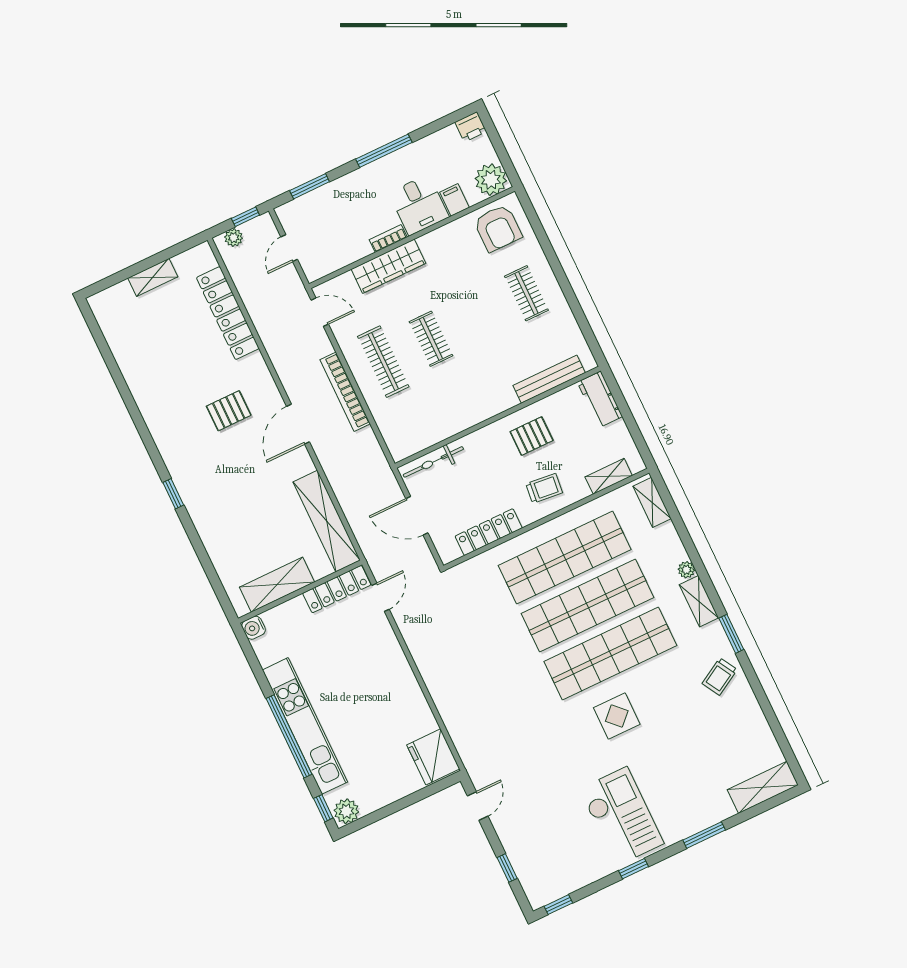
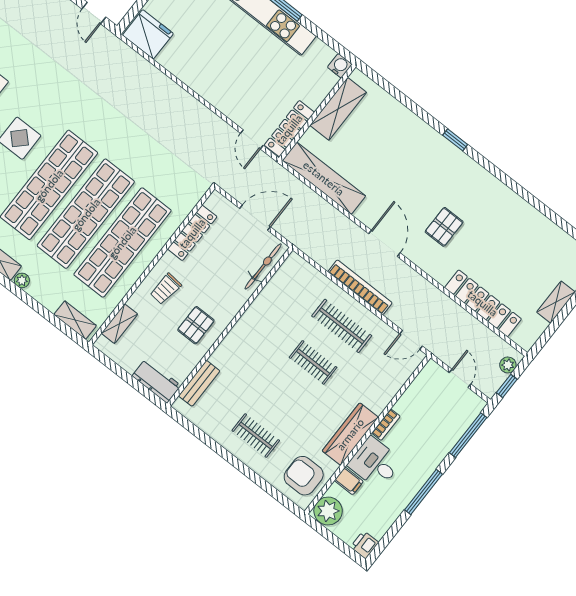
window: (310, 186) -> (468, 435), width x1.44
wardrobe: (388, 266) -> (350, 434), moved
bench: (549, 379) -> (199, 383), width x0.73

